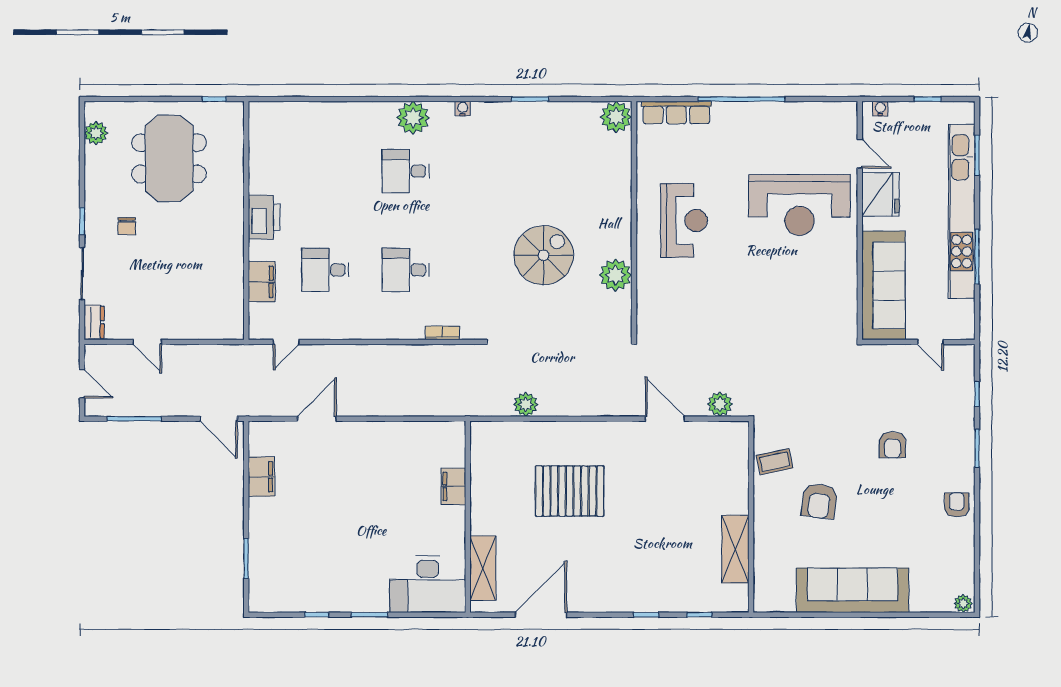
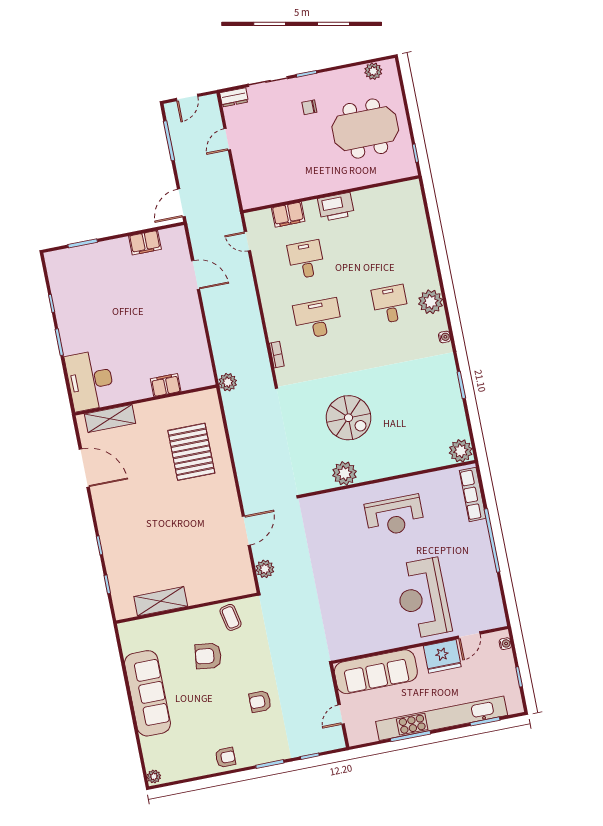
desk: (406, 270) -> (318, 319), width x1.37
plant: (526, 404) -> (228, 382), moved
pallet: (570, 491) -> (191, 452), moved

